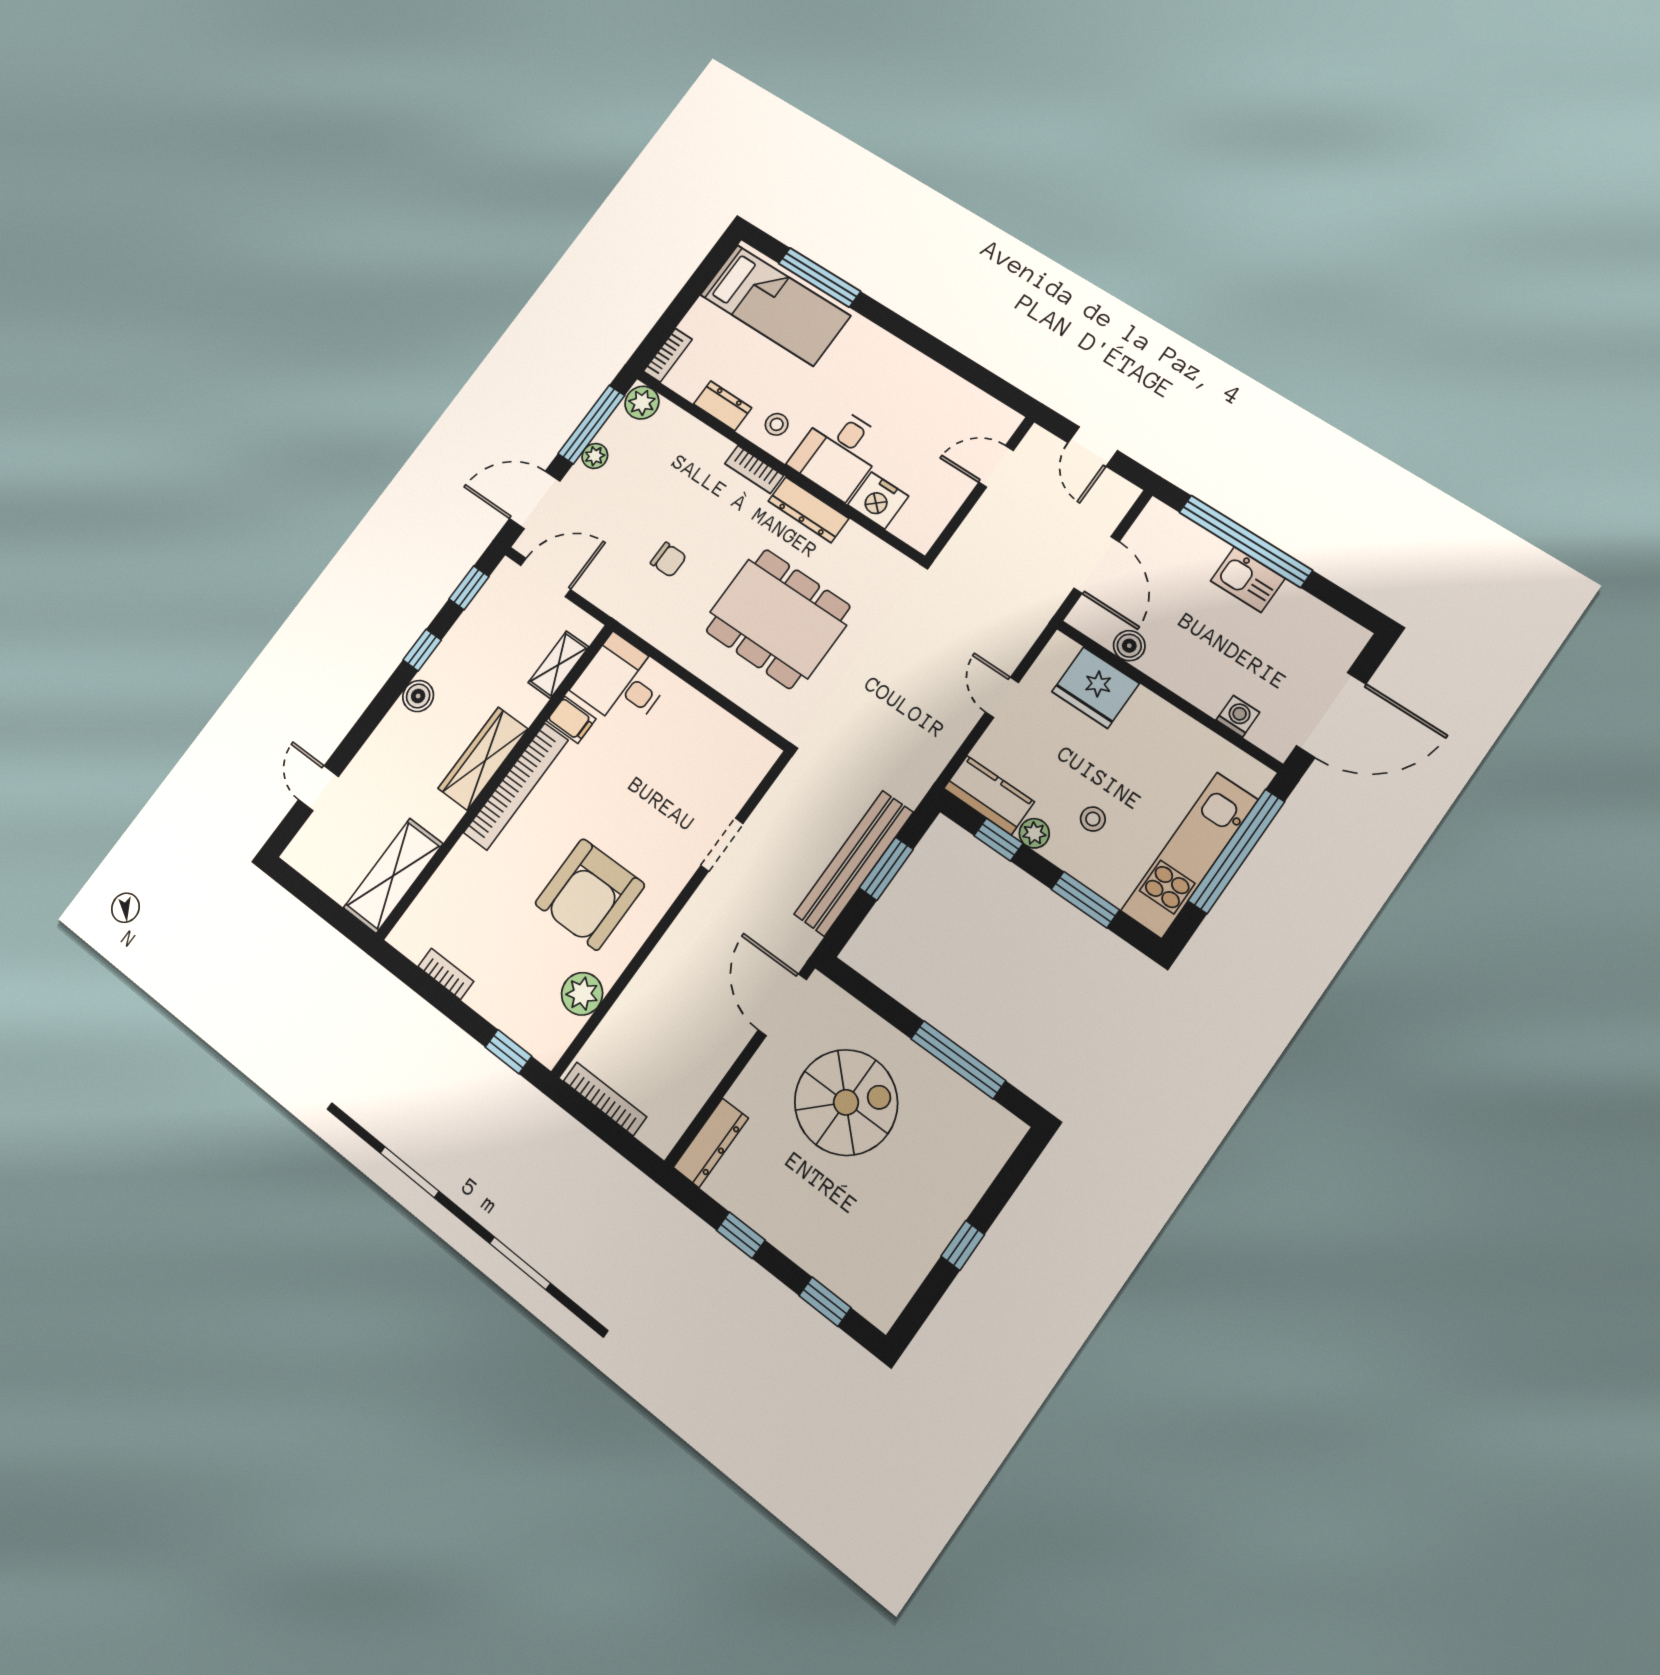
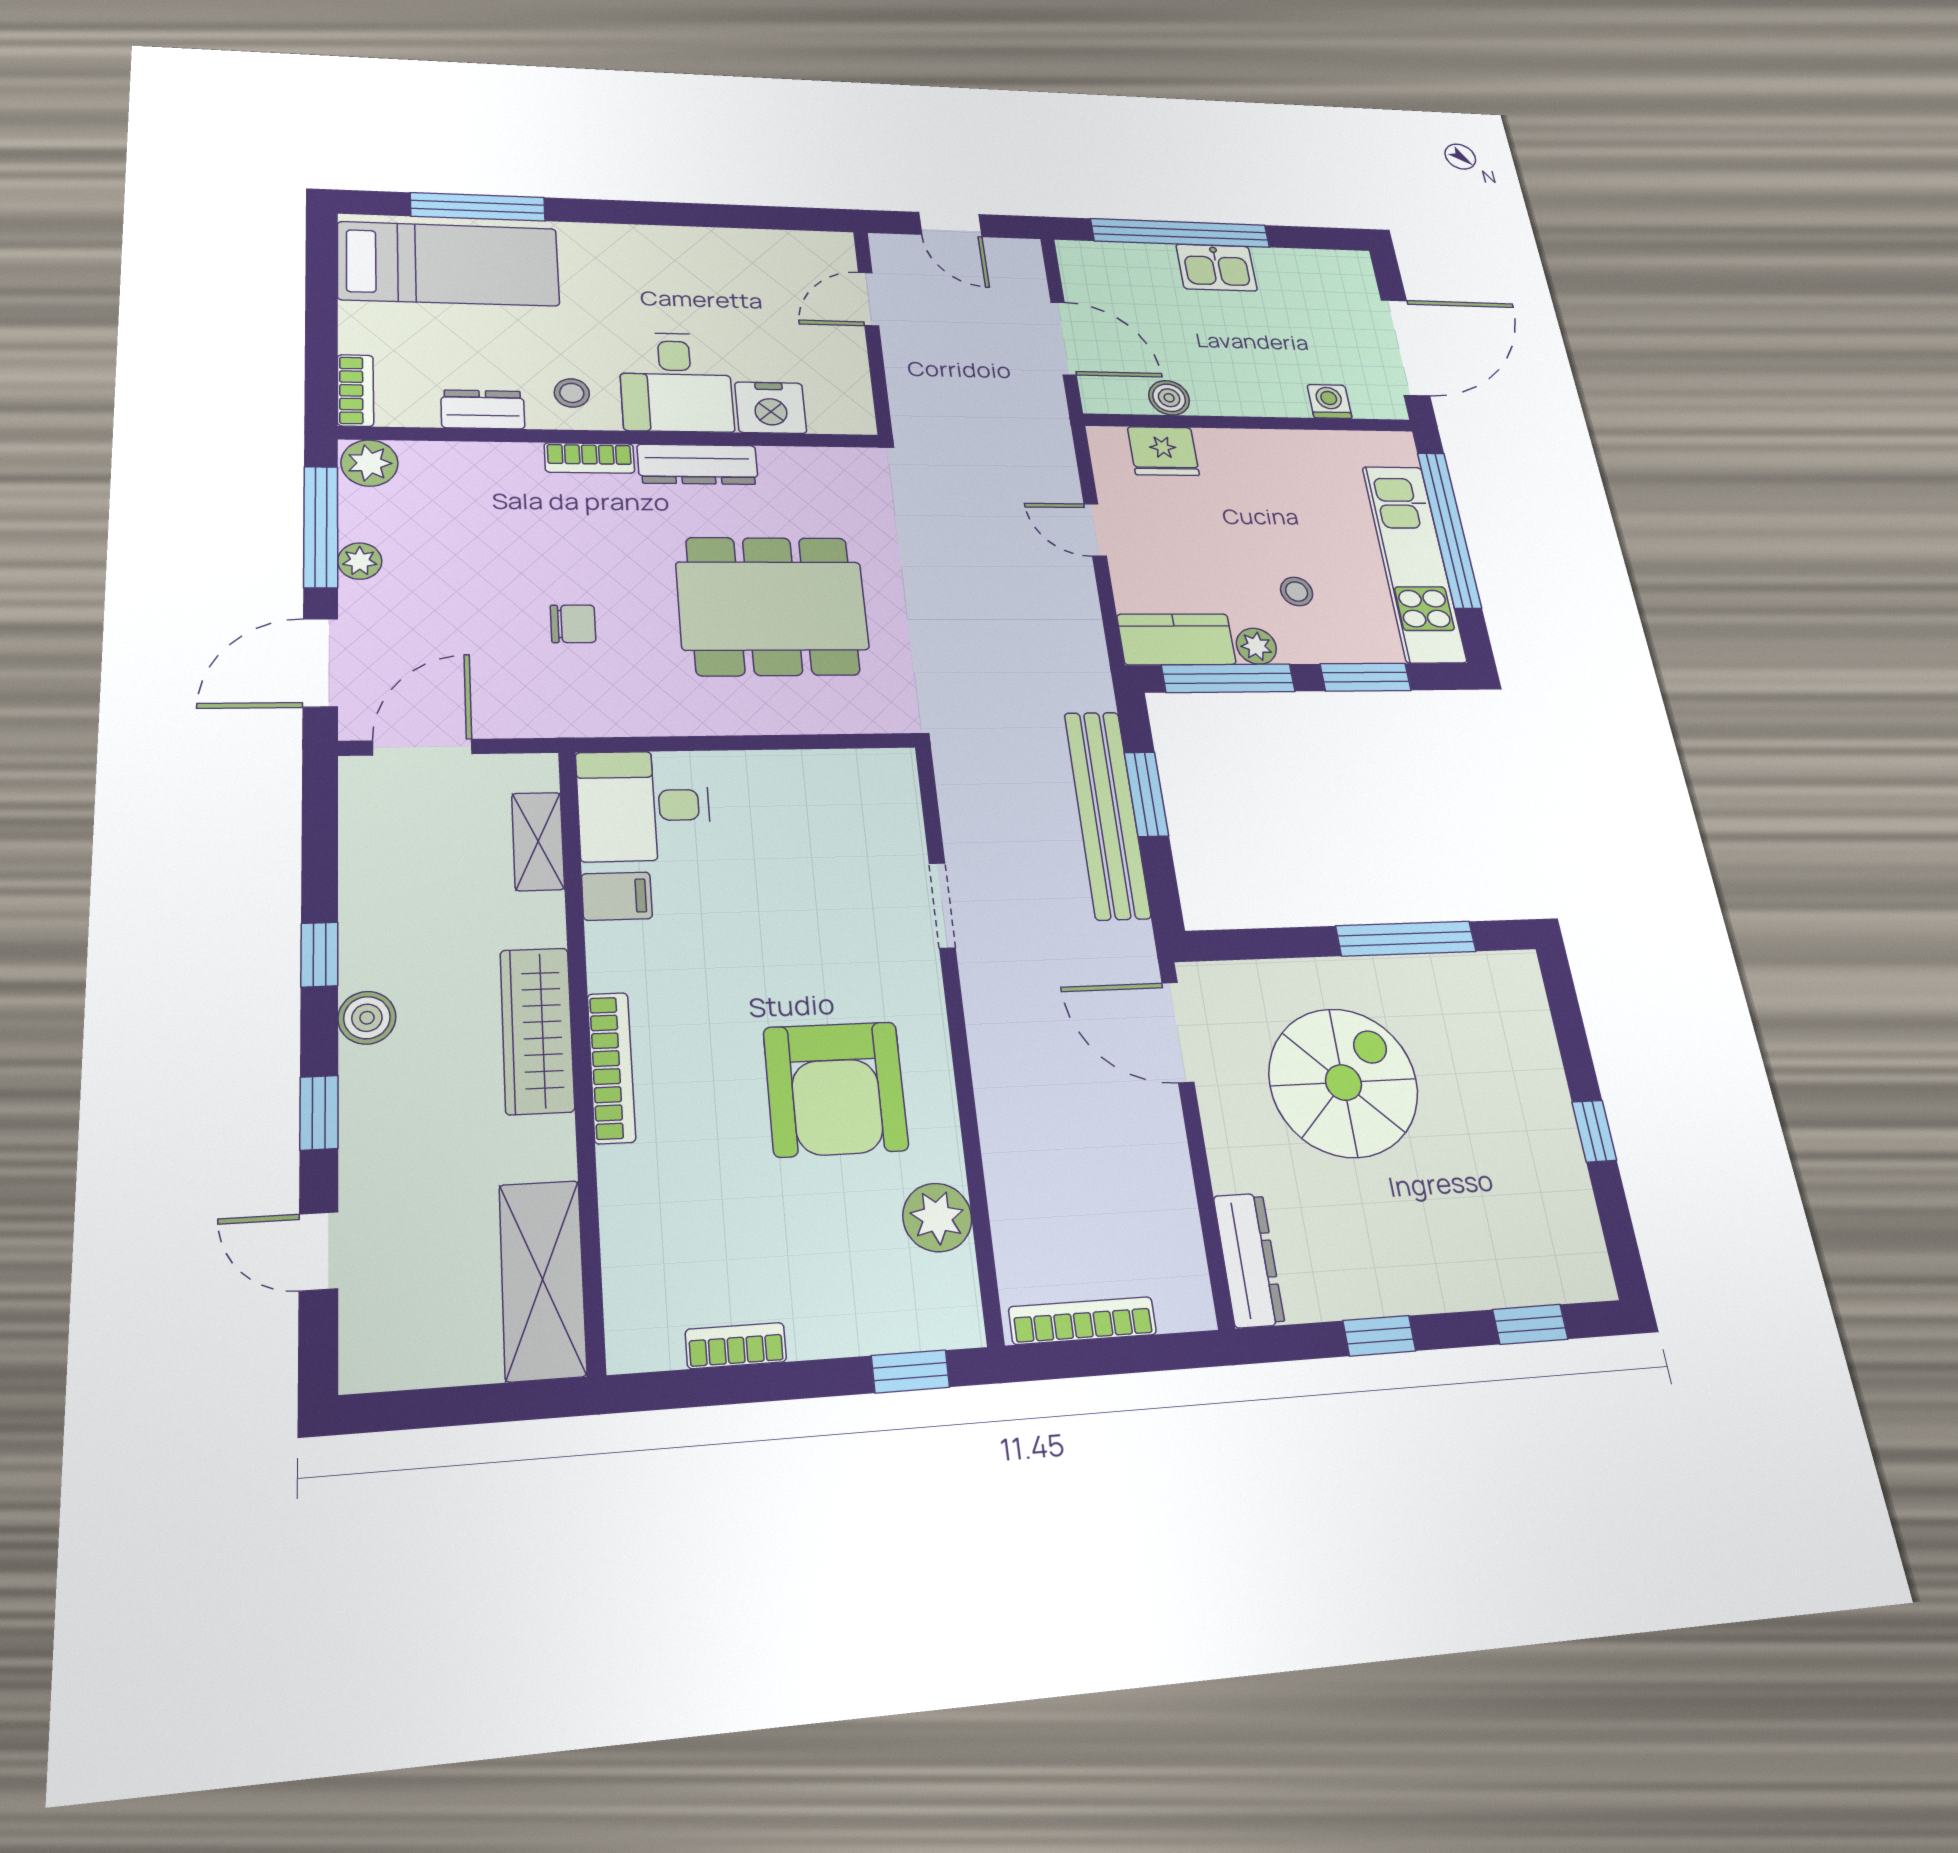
window: (469, 588) -> (319, 1113), moved
fridge: (1096, 688) -> (1163, 451), width x0.73, depth x0.75
bookcase: (516, 786) -> (611, 1067), width x0.68, depth x0.76
window: (998, 840) -> (1228, 678), width x2.17

